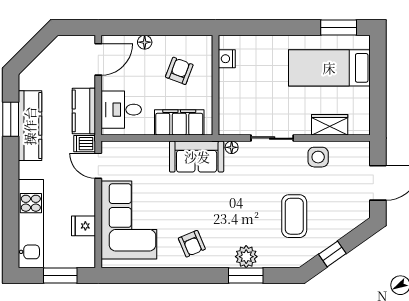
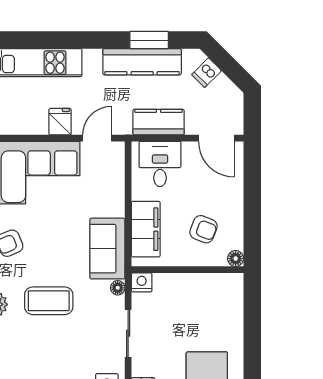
floor lamp: (145, 42) -> (236, 259), moved
nightstand: (227, 59) -> (142, 282), moved
dishwasher: (85, 144) -> (207, 73), moved, turned -135
coffee table: (294, 216) -> (49, 301), moved
fridge: (83, 226) -> (60, 122), moved

